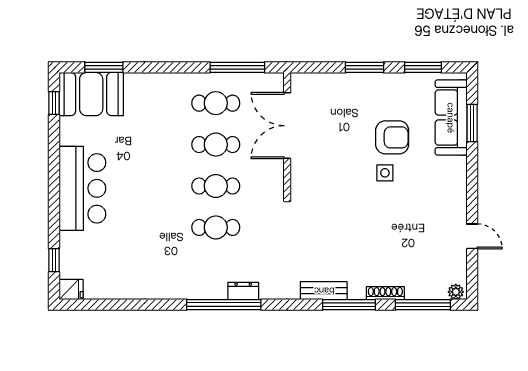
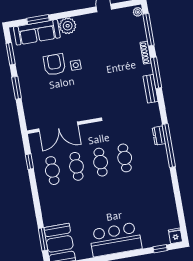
window: (237, 67) -> (29, 162), width x0.46
plant: (453, 171) -> (68, 26), added

